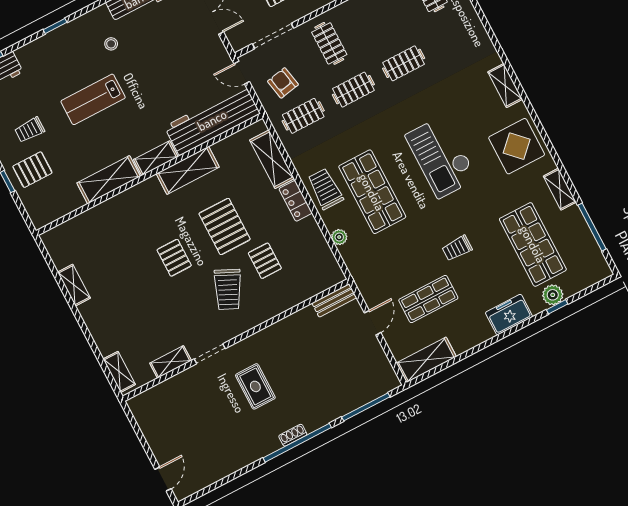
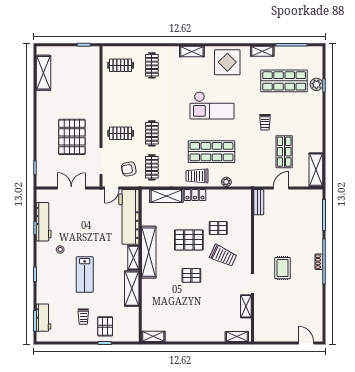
clothes rail: (404, 63) -> (152, 65), moved
shelving: (188, 170) -> (149, 252), width x1.47
shelving: (74, 285) -> (153, 336), moved
freezer: (509, 315) -> (315, 113), removed
door: (372, 323) -> (281, 188), hinge flipped
rug: (255, 386) -> (283, 268), turned 90

